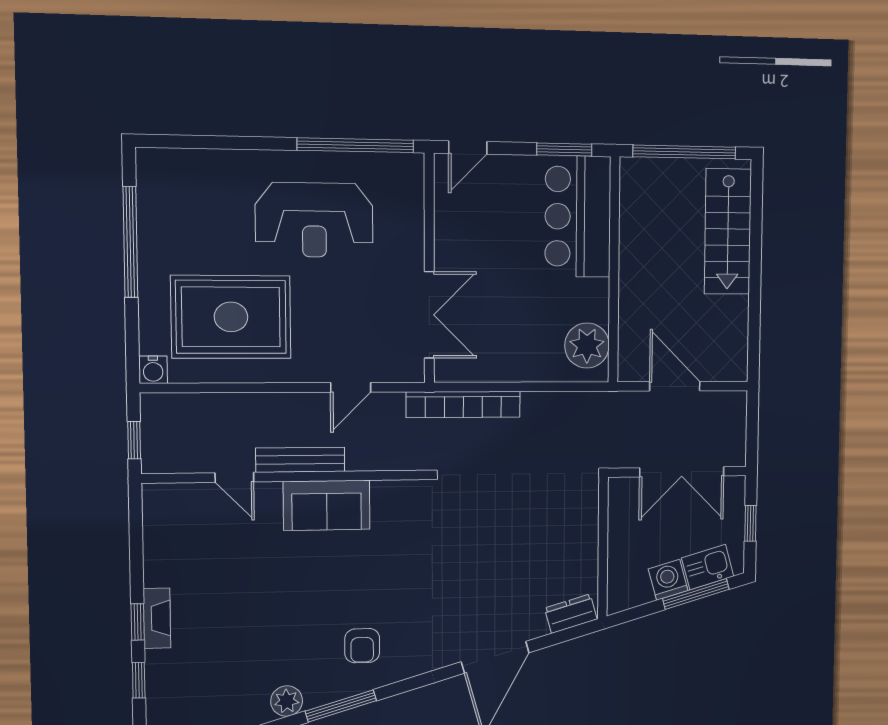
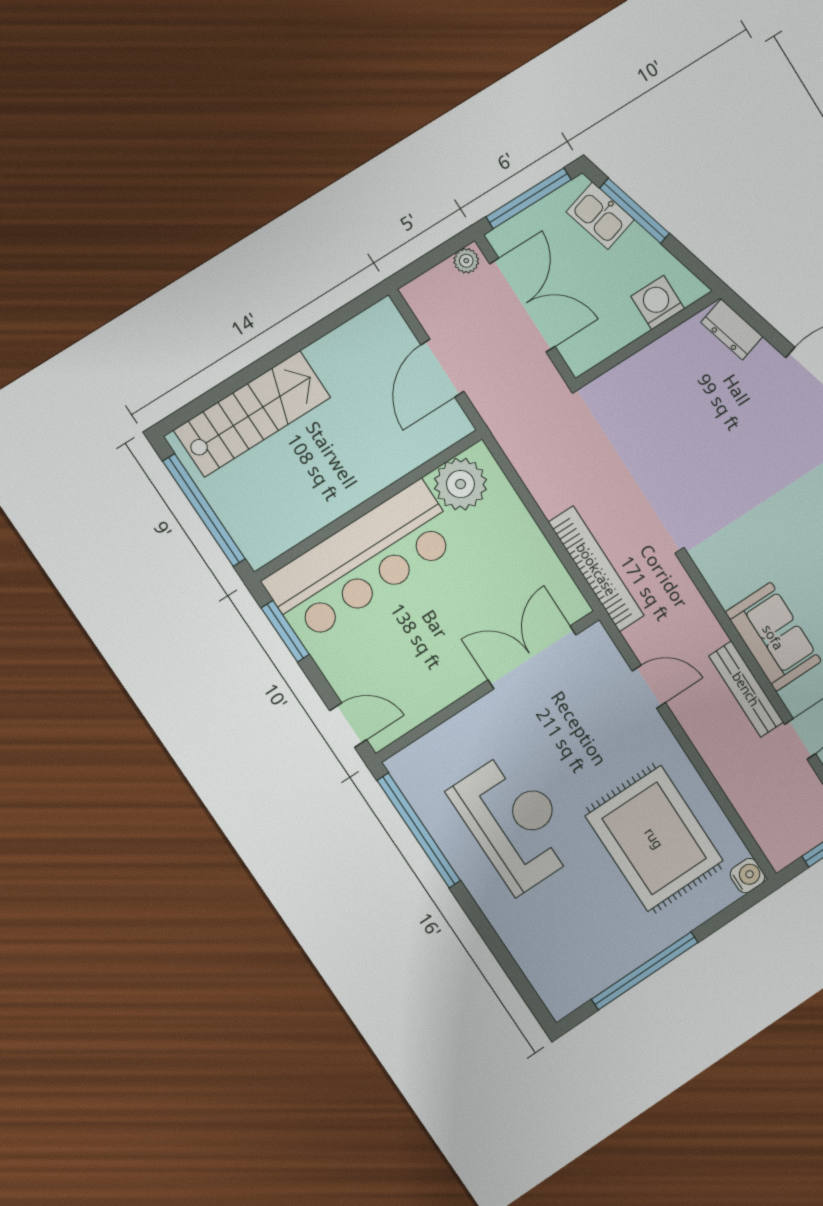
bar counter: (578, 217) -> (363, 562), width x1.36
plant: (736, 452) -> (466, 261), added
window: (750, 523) -> (529, 198), width x2.17
washing machine: (668, 580) -> (658, 302), moved, turned 106

